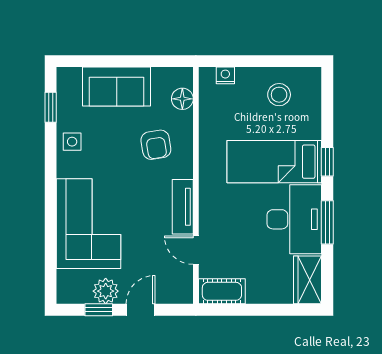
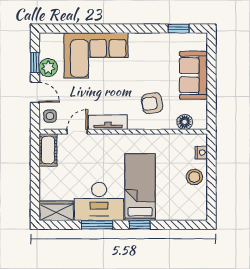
stool: (279, 95) -> (194, 177), moved
side table: (72, 142) -> (50, 116), moved

